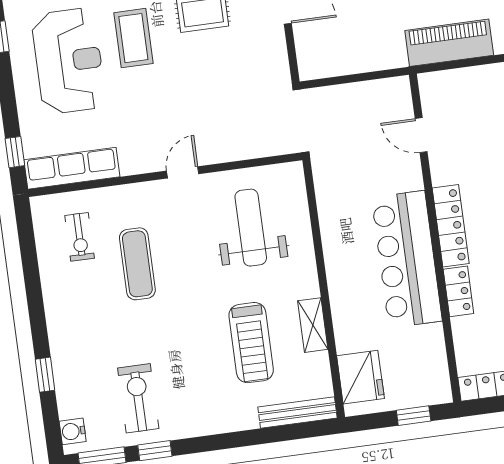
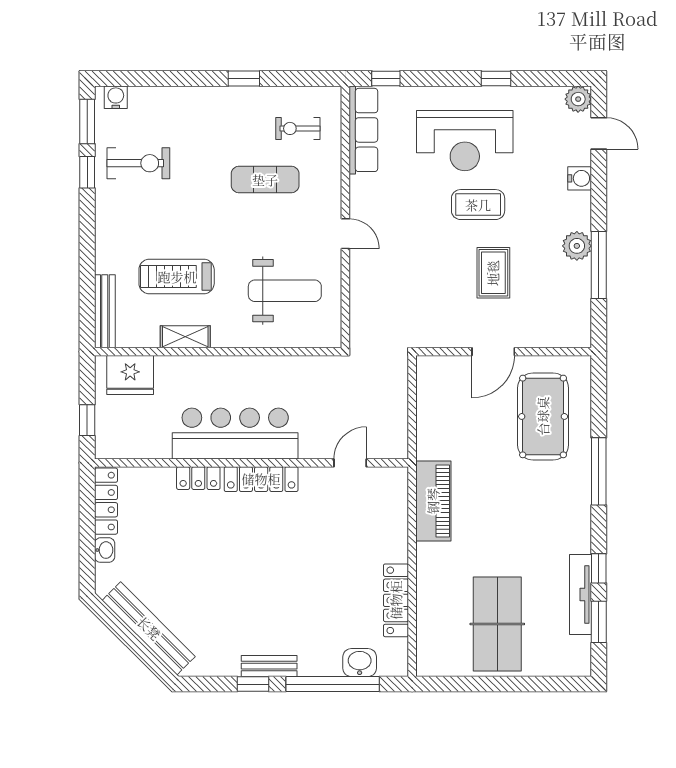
window: (45, 375) -> (244, 78), moved

